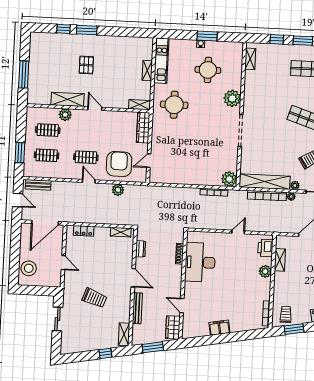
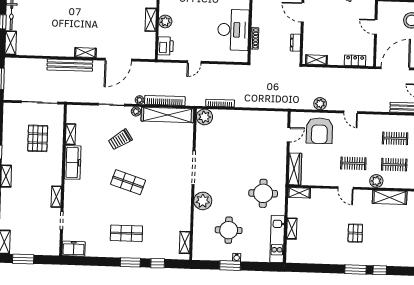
shelving: (68, 99) -> (390, 197), moved
clothes rail: (86, 157) -> (353, 163), moved
shelving: (280, 260) -> (151, 20), moved

